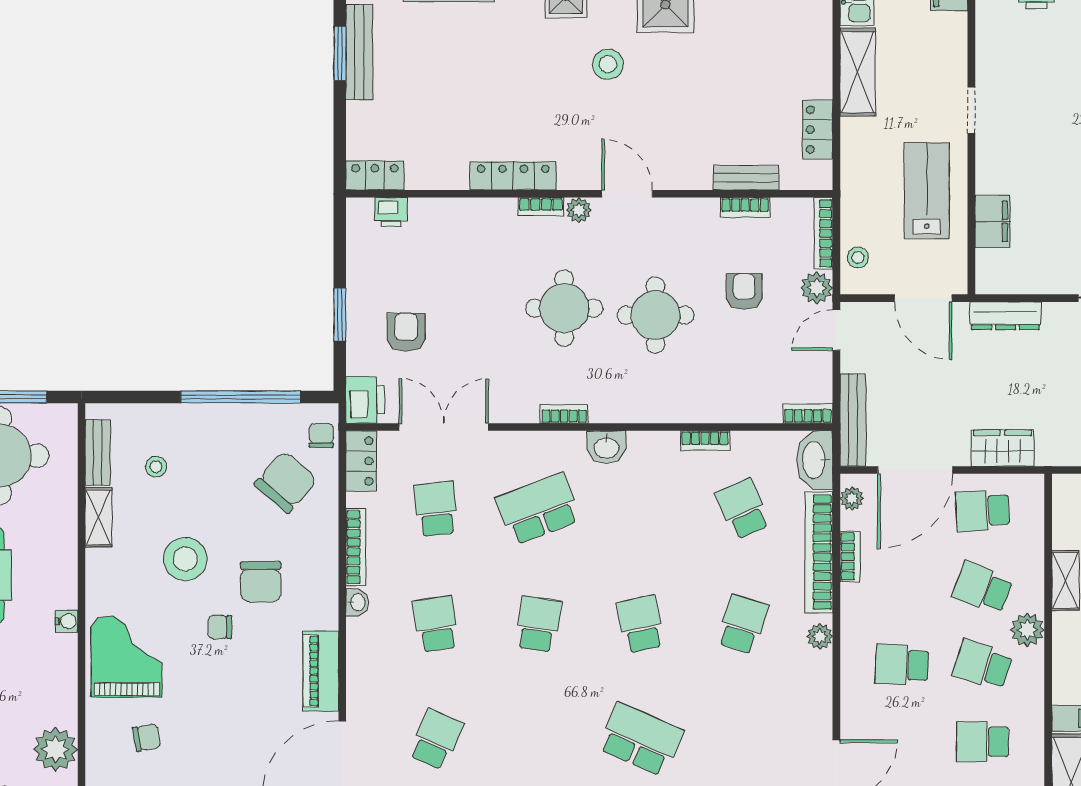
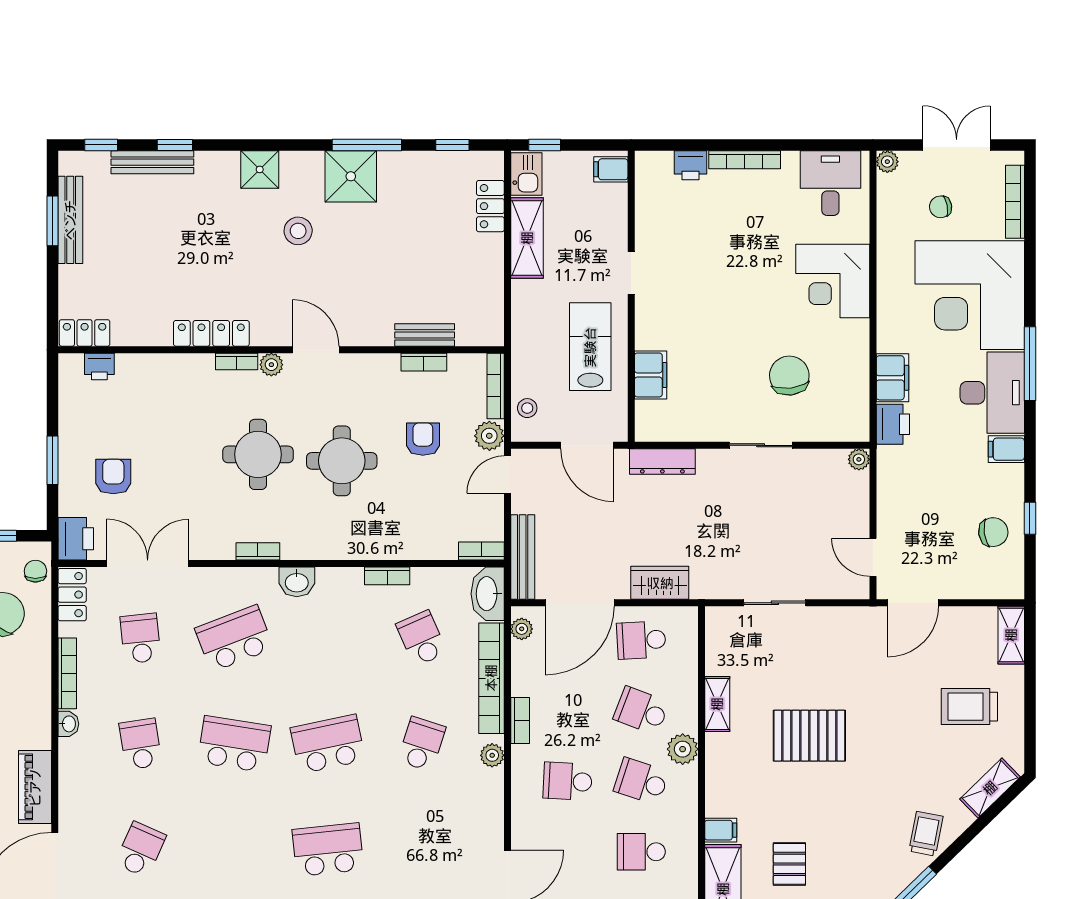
locker: (818, 130) -> (490, 206), moved
bookcase: (850, 557) -> (520, 721), moved
school desk: (538, 624) -> (234, 744), width x1.85
school desk: (640, 624) -> (328, 744), width x1.85
school desk: (640, 739) -> (328, 850), turned -30

